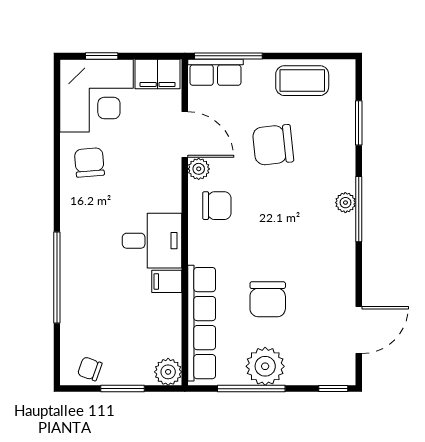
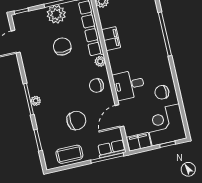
door: (185, 134) -> (119, 116), hinge flipped
chair: (89, 162) -> (162, 92), turned 95
plant: (199, 169) -> (100, 61), moved
desk: (152, 241) -> (129, 85), moved
filing cabinet: (167, 281) -> (111, 39), width x2.00

